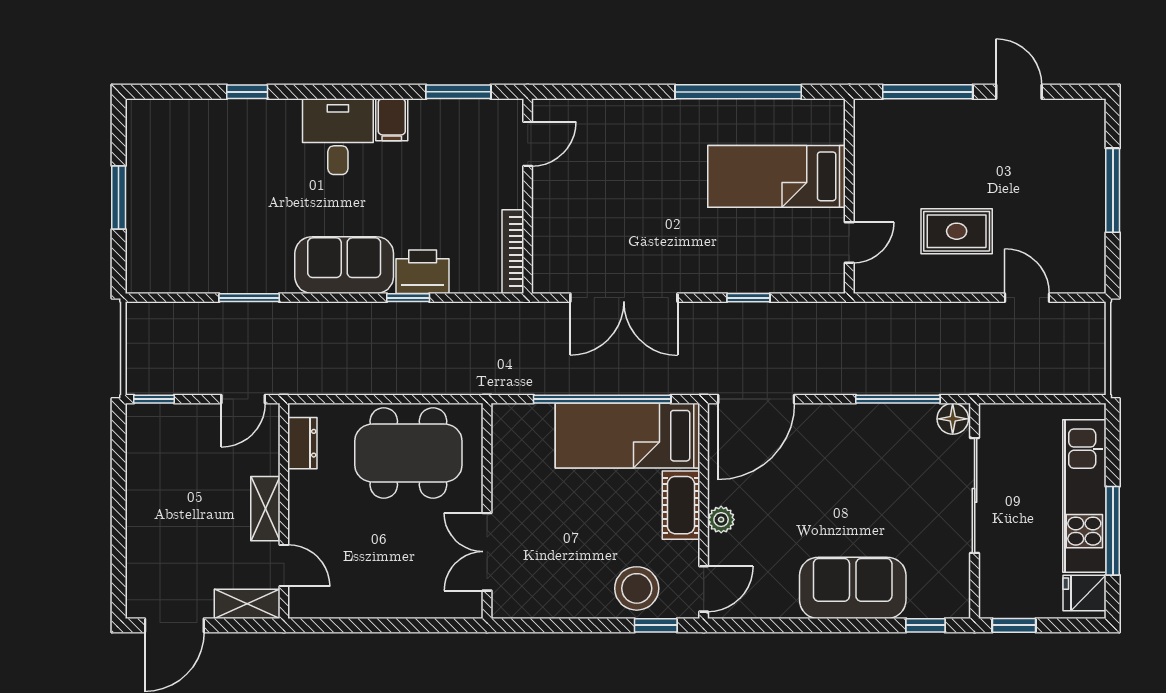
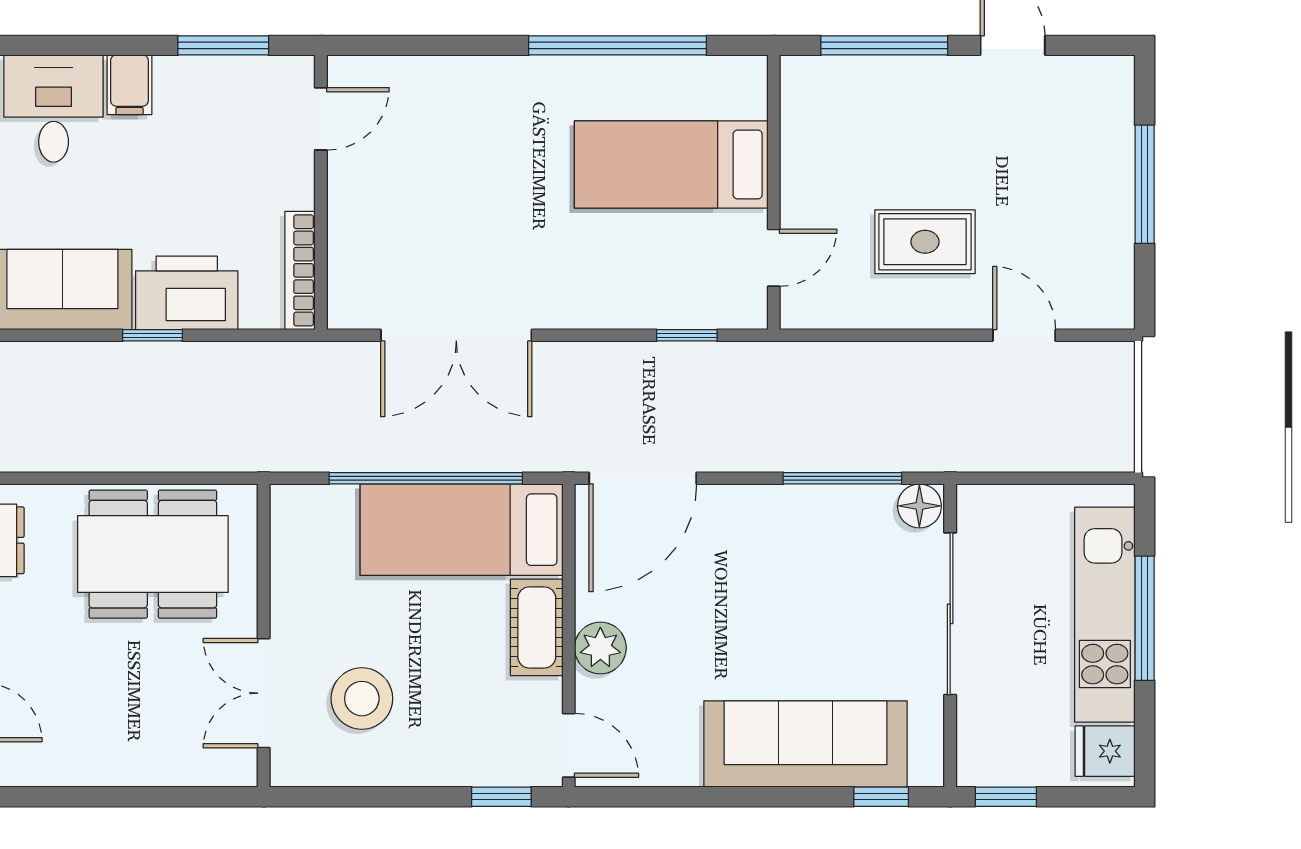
printer: (423, 272) -> (187, 293), width x1.37, depth x1.19
window: (748, 298) -> (687, 335), moved
plant: (721, 520) -> (600, 648), width x1.38, depth x1.38
window: (1113, 531) -> (1145, 618), moved
stool: (637, 588) -> (362, 699), moved
sofa: (853, 588) -> (806, 744), width x1.36
door: (704, 589) -> (569, 745), hinge flipped

